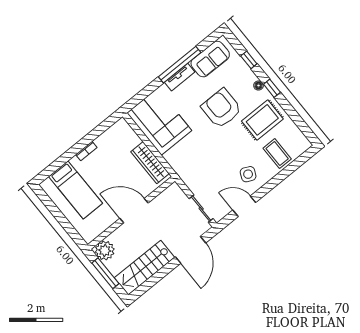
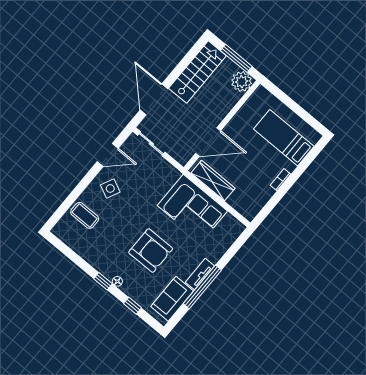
rug: (262, 120) -> (107, 247), removed
corner sofa: (159, 122) -> (192, 208), moved
door: (134, 211) -> (208, 142), moved

